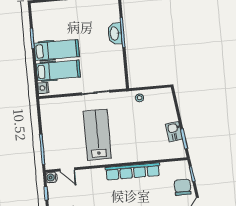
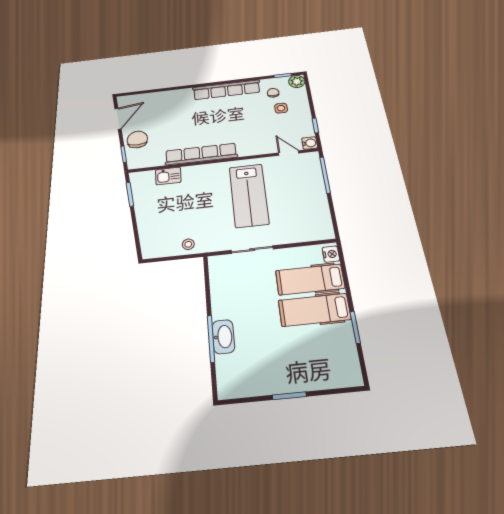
kitchen sink: (174, 132) -> (168, 176), moved, turned 98
chair: (183, 187) -> (137, 139), turned 180

